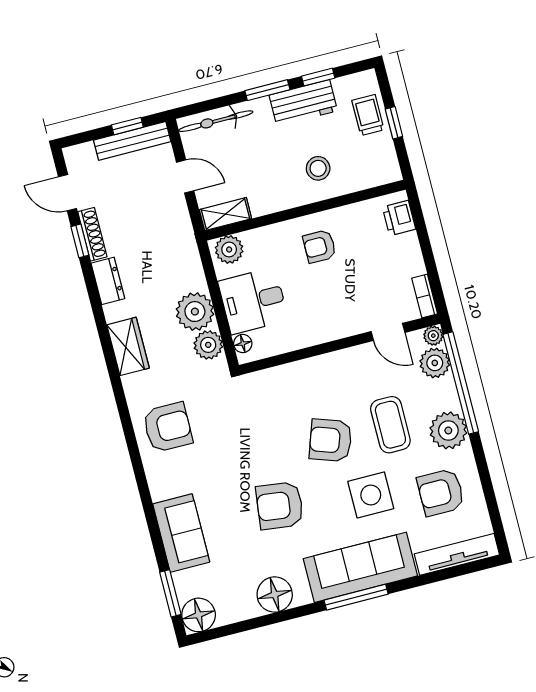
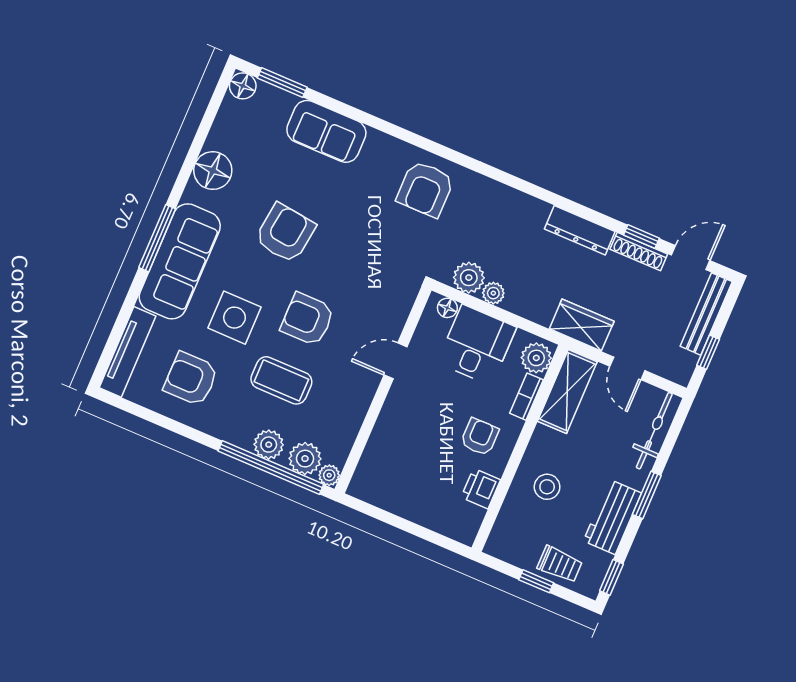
window: (318, 77) -> (612, 577), moved
bench: (132, 141) -> (706, 314), moved
door: (185, 176) -> (627, 368), hinge flipped
shelving: (225, 214) -> (567, 392), width x1.50, depth x1.33
printer: (399, 218) -> (481, 489), moved, turned -90
dresser: (108, 281) -> (580, 230), width x1.44
bookcase: (425, 296) -> (527, 397), moved, turned -90
plant: (195, 312) -> (493, 293), width x0.53, depth x0.53
door: (388, 332) -> (395, 361), moved
wardrobe: (128, 346) -> (582, 325), moved, turned 180
plant: (448, 430) -> (269, 445), moved, width x0.73, depth x0.73
armchair: (331, 440) -> (307, 319), turned -109
armchair: (441, 492) -> (191, 379), turned -90
floor lamp: (199, 615) -> (243, 86), width x0.73, depth x0.73

